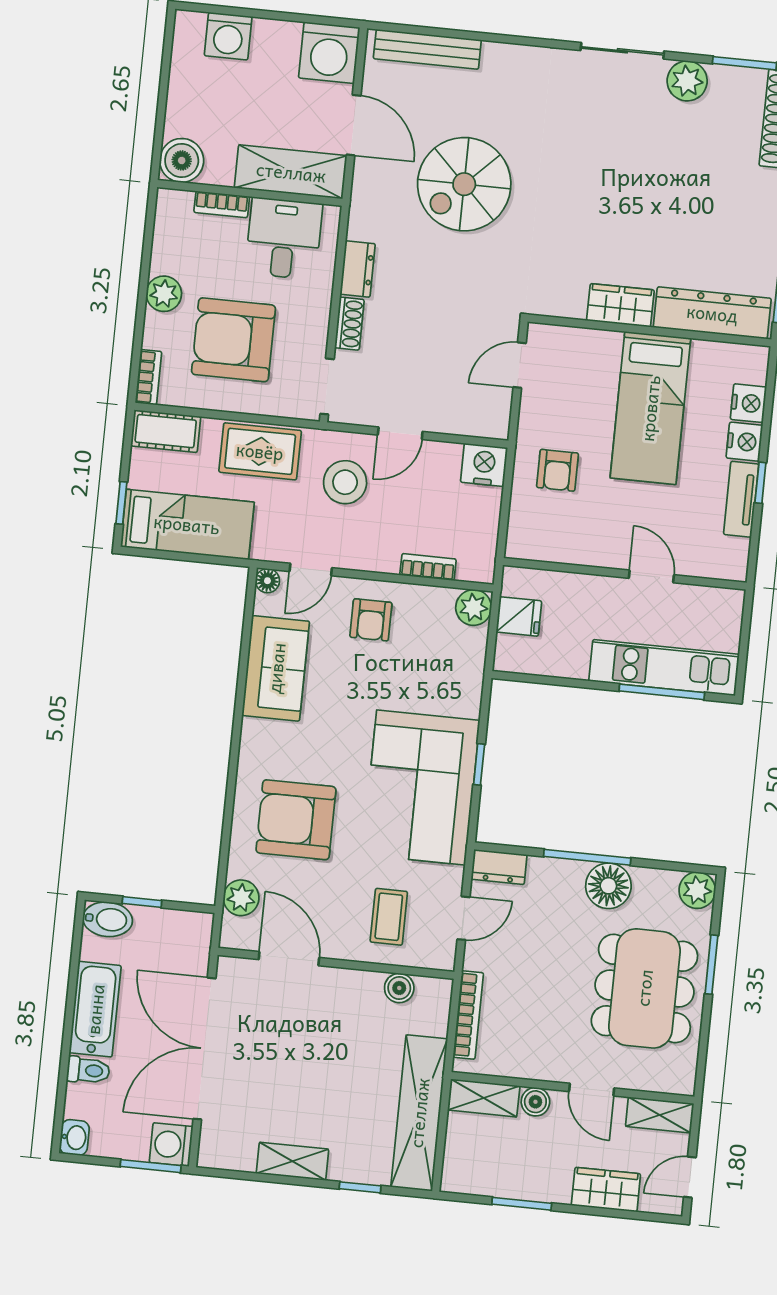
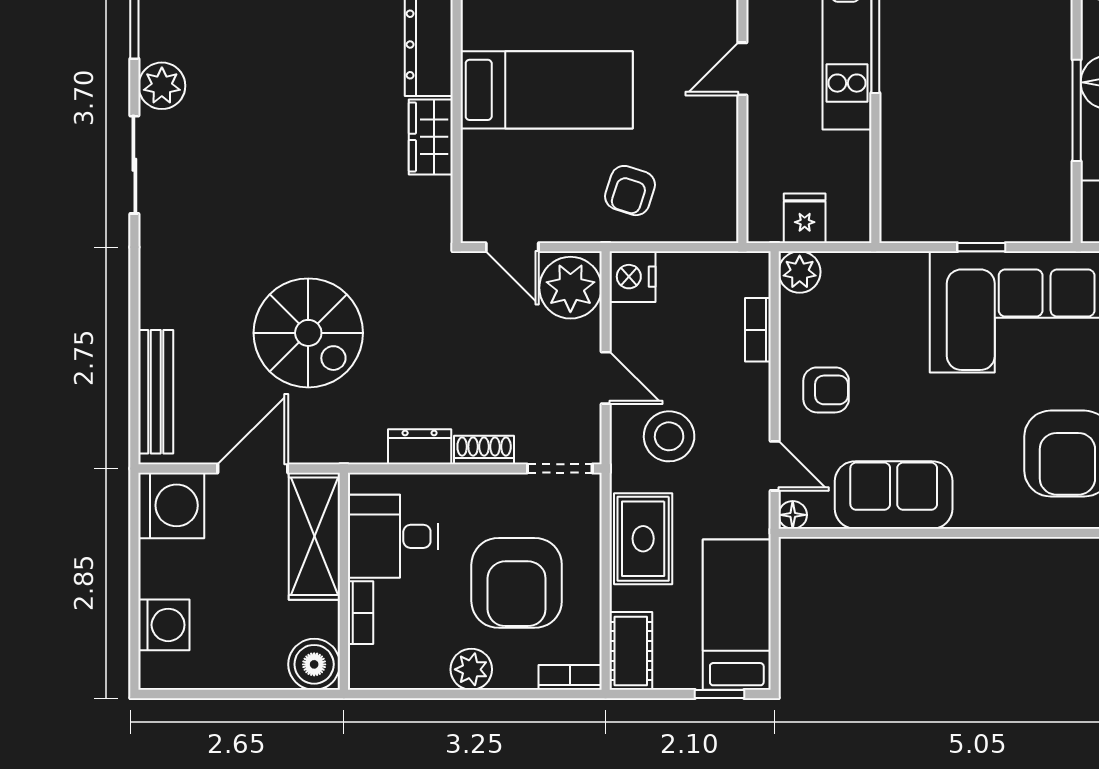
plant: (480, 411) -> (570, 288), added
armchair: (557, 470) -> (630, 191), turned 108

